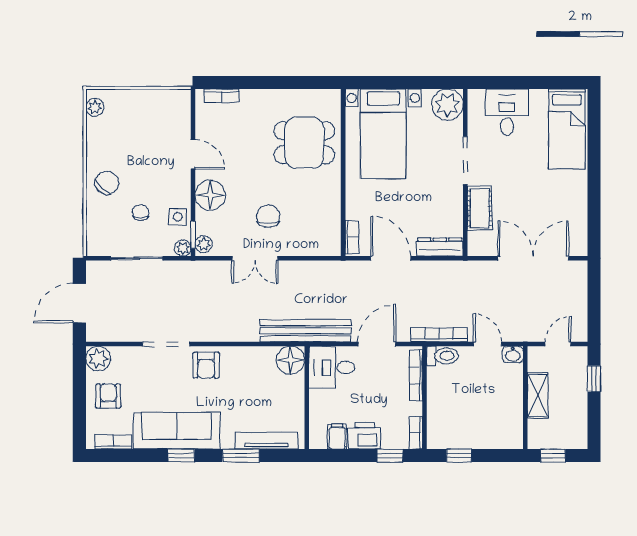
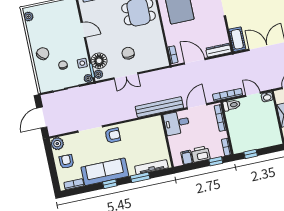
floor lamp: (210, 195) -> (99, 61), moved
cot: (480, 208) -> (237, 39), moved
floor lamp: (290, 360) -> (155, 124), removed
armchair: (206, 365) -> (113, 135), turned -90

